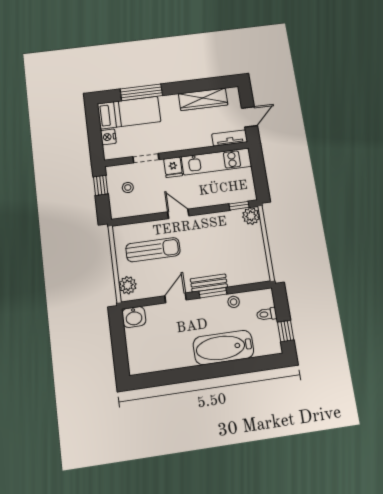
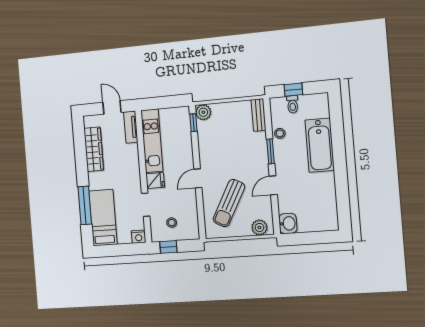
nightstand: (108, 137) -> (139, 237), moved
sun lounger: (153, 250) -> (229, 203), turned -152
bench: (209, 283) -> (258, 115), moved
door: (175, 298) -> (273, 185), hinge flipped
window: (286, 331) -> (293, 90), moved

